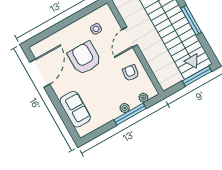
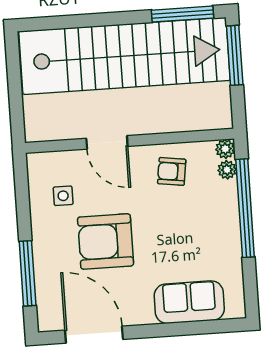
window: (191, 20) -> (182, 14), moved
window: (53, 30) -> (28, 273), added
plant: (125, 108) -> (225, 149), moved
window: (130, 114) -> (245, 208), width x1.46

